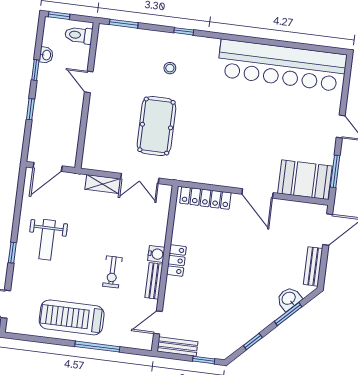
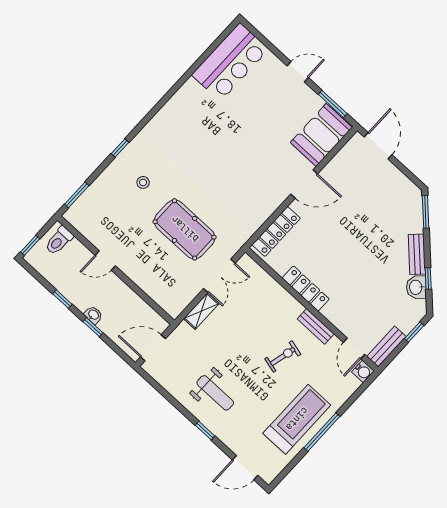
washbasin: (46, 55) -> (93, 315), moved
bar counter: (282, 65) -> (230, 62), width x0.54
door: (48, 167) -> (153, 348), swing flipped
water cooler: (156, 254) -> (363, 371), moved, turned 90
locker: (176, 261) -> (306, 289), width x1.53
bench: (313, 266) -> (417, 254), moved, turned 45
exercise bike: (112, 272) -> (283, 356), turned -76
washbasin: (289, 299) -> (416, 287), moved
window: (288, 314) -> (426, 212), moved
treadmill: (72, 317) -> (297, 419), turned 180
window: (97, 347) -> (322, 432), moved

